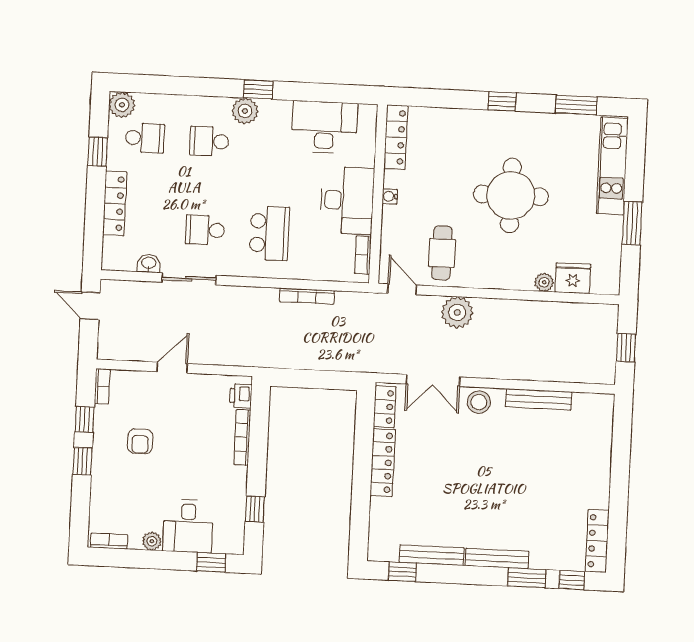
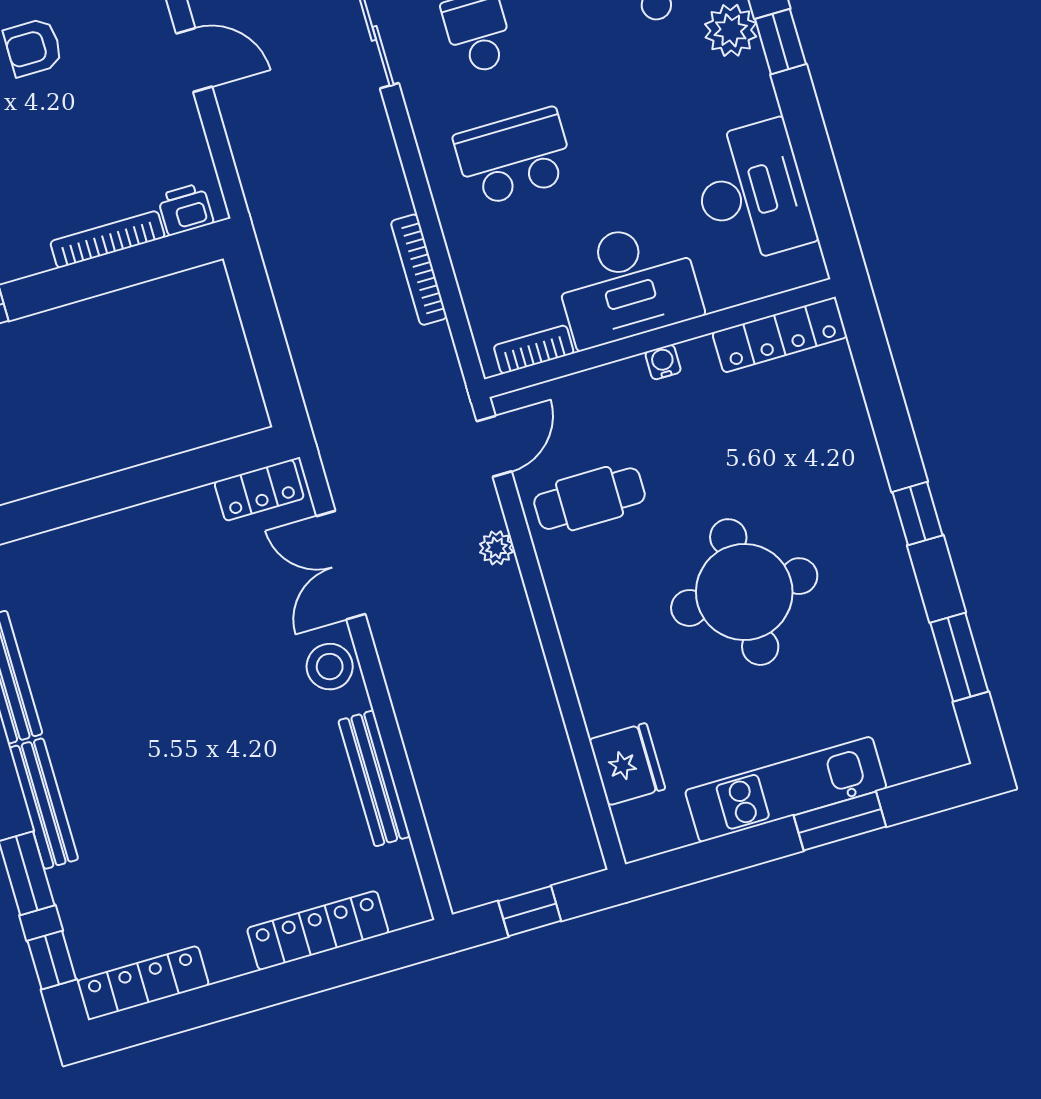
kitchen unit: (612, 166) -> (786, 789), moved
window: (632, 223) -> (840, 821), moved
school desk: (269, 233) -> (514, 157), turned 180
plant: (544, 282) -> (601, 712), removed
plant: (457, 312) -> (496, 548), width x0.53, depth x0.53
locker: (383, 463) -> (318, 931), moved, turned 180

